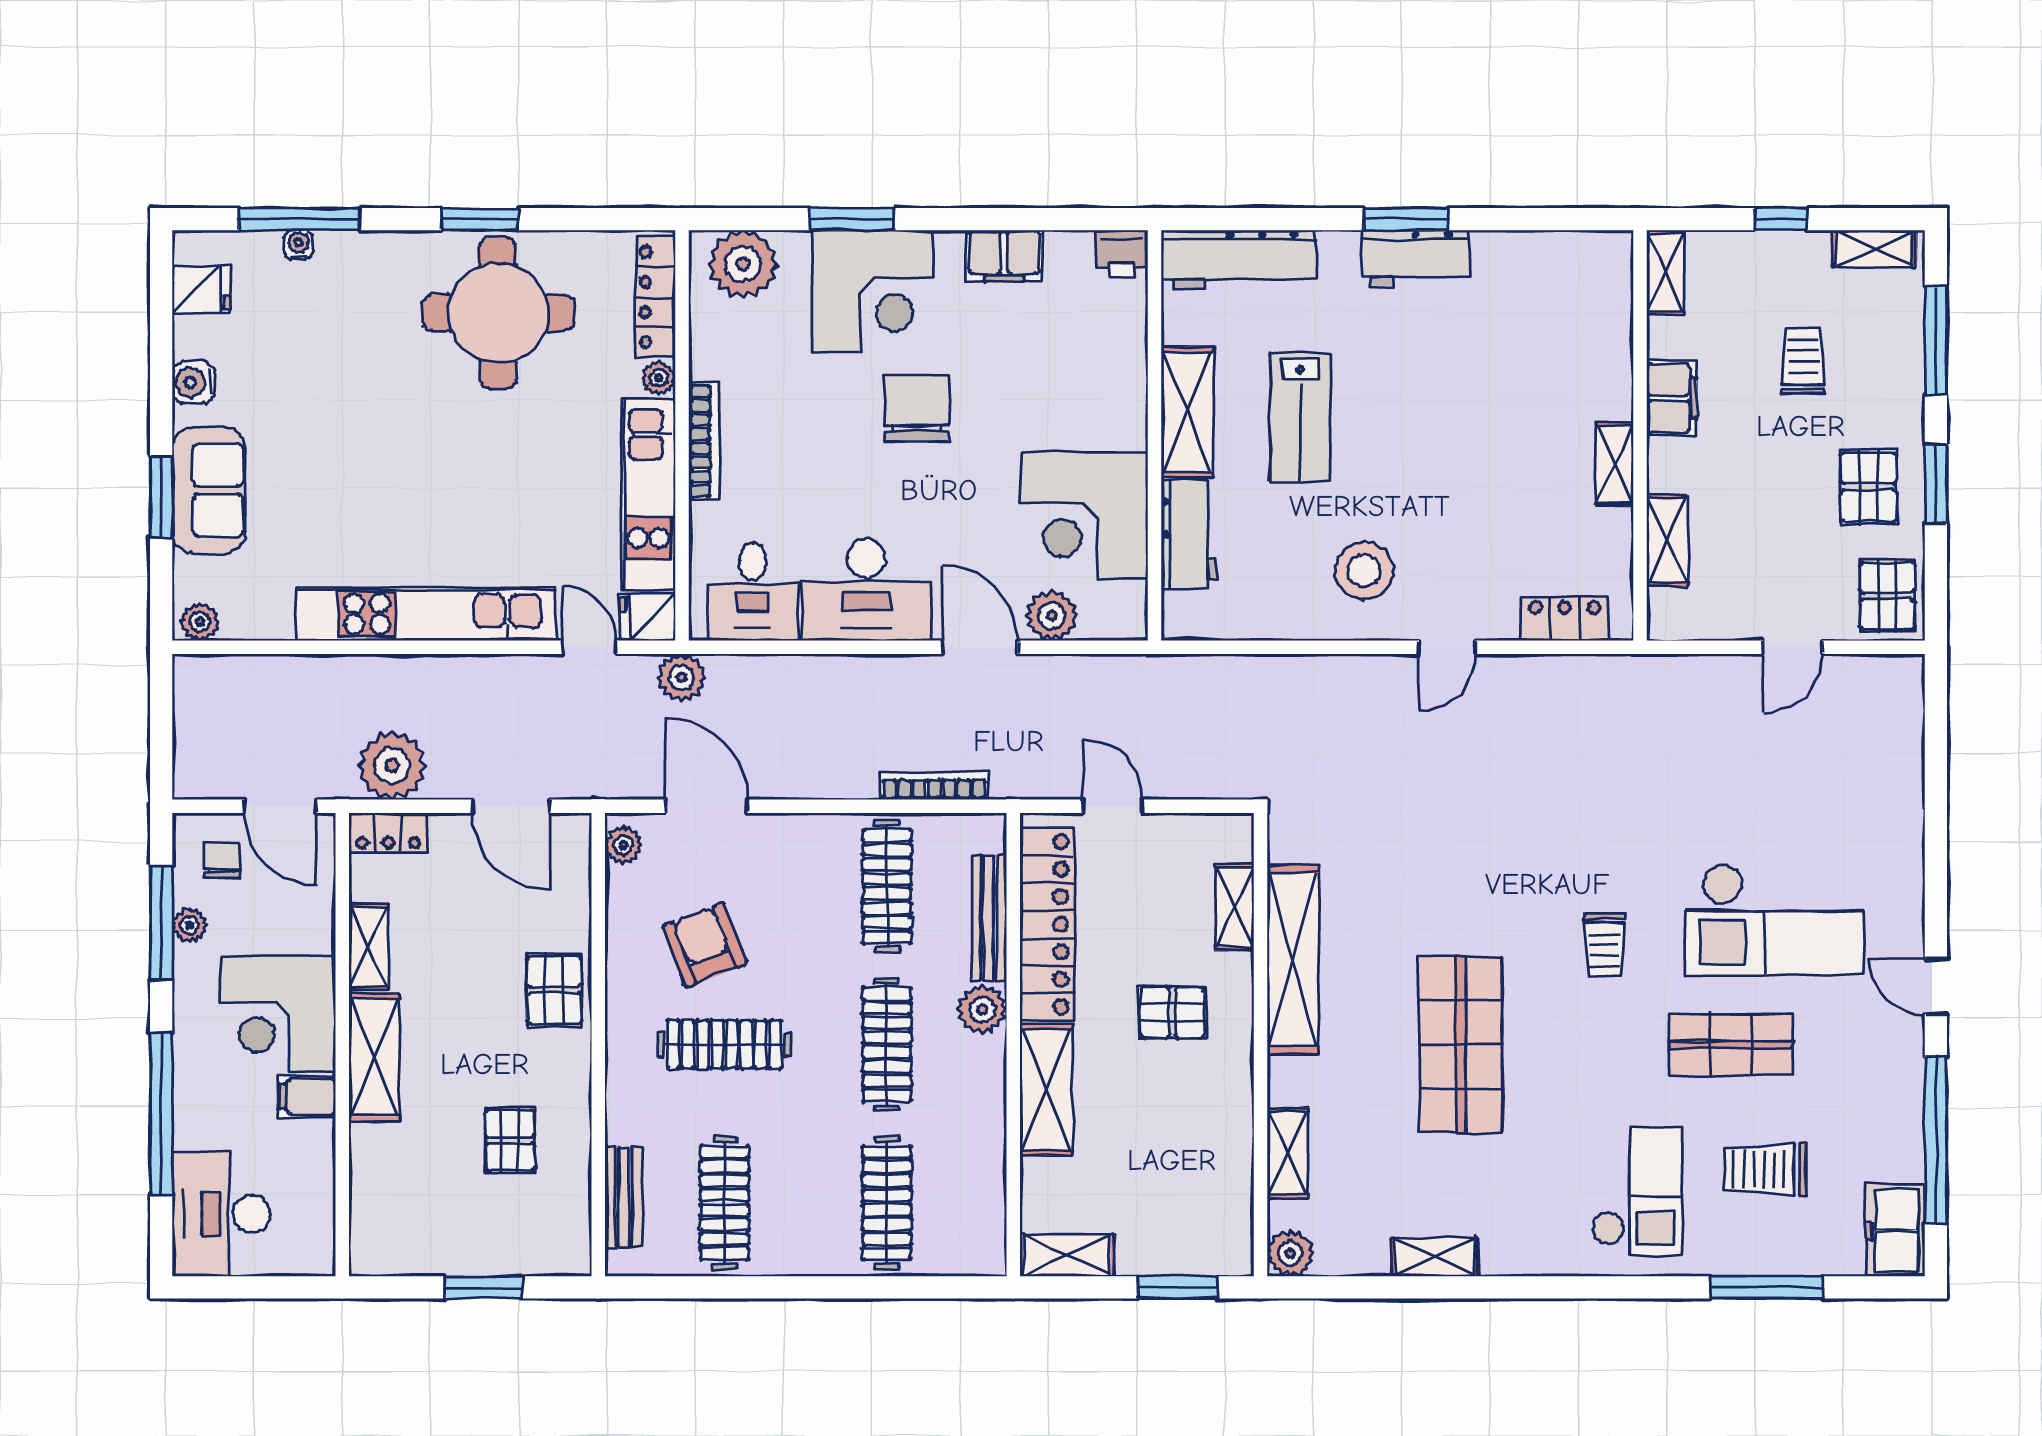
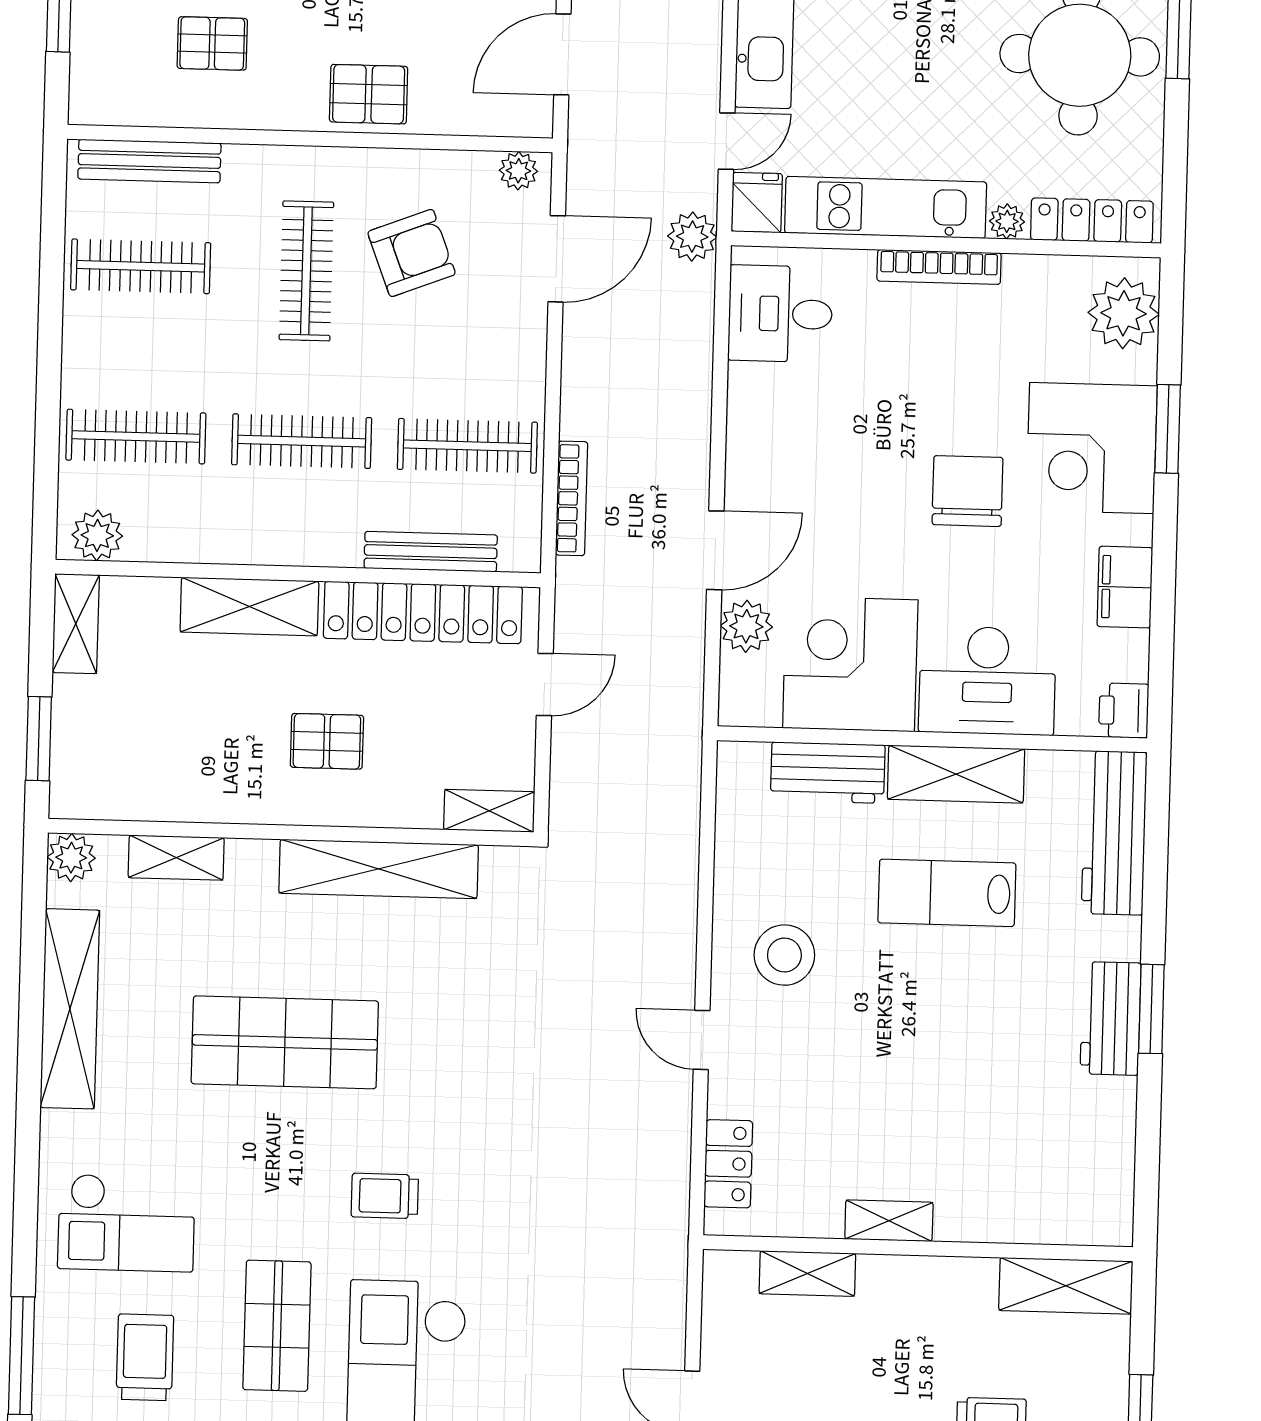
shelving: (1666, 272) -> (1066, 1286), width x1.50, depth x1.33
filing cabinet: (1672, 398) -> (956, 1282), removed
chair: (917, 408) -> (967, 491), turned -90
desk: (866, 590) -> (987, 681), moved, turned -90
shelving: (1234, 907) -> (489, 811), moved
plant: (982, 1010) -> (97, 535), moved
pallet: (1172, 1012) -> (327, 741), turned 90
bench: (624, 1197) -> (149, 161), width x1.36
shelving: (1434, 1257) -> (70, 1009), width x2.20, depth x1.33

